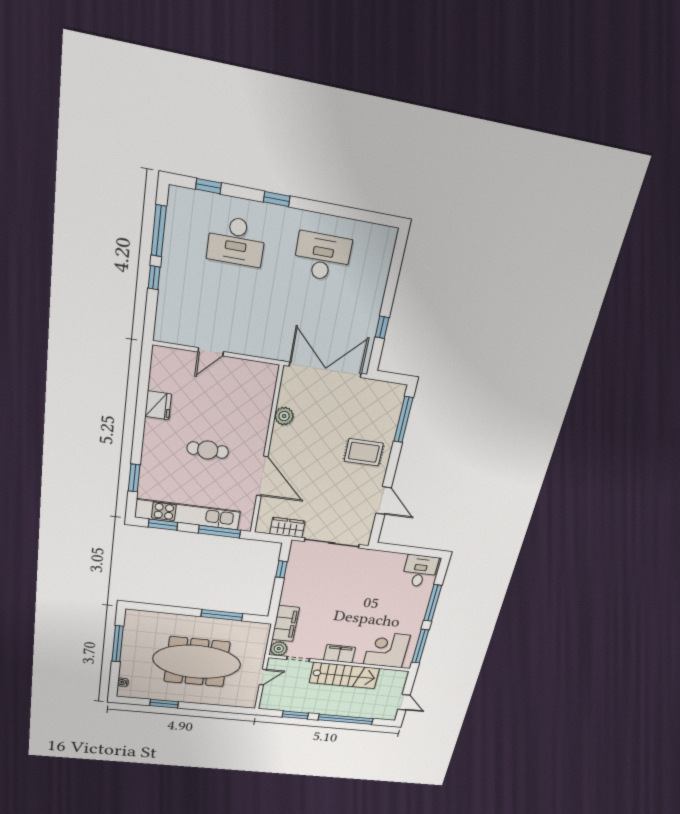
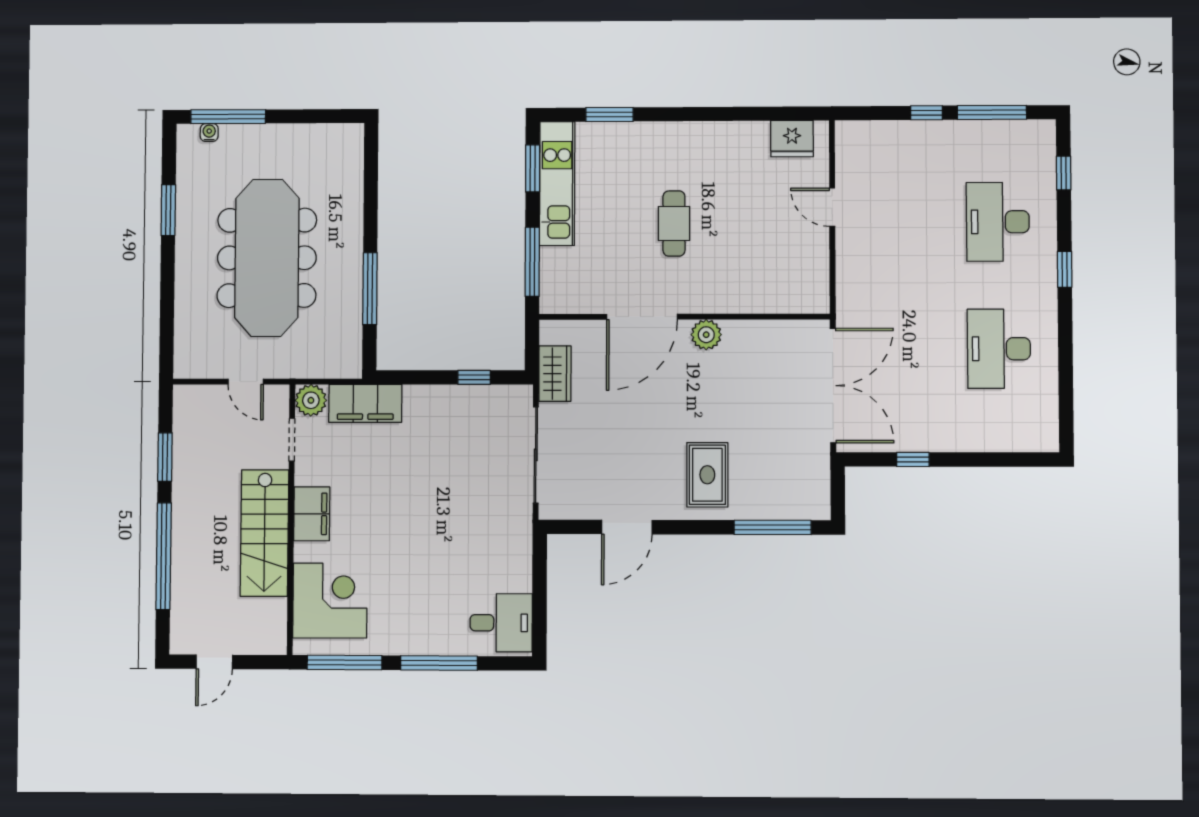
desk: (322, 257) -> (999, 349), turned 180
fridge: (158, 405) -> (792, 139), moved
plant: (284, 416) -> (706, 335), moved
kitchen unit: (188, 514) -> (557, 184), width x0.73
window: (118, 644) -> (228, 117), moved

